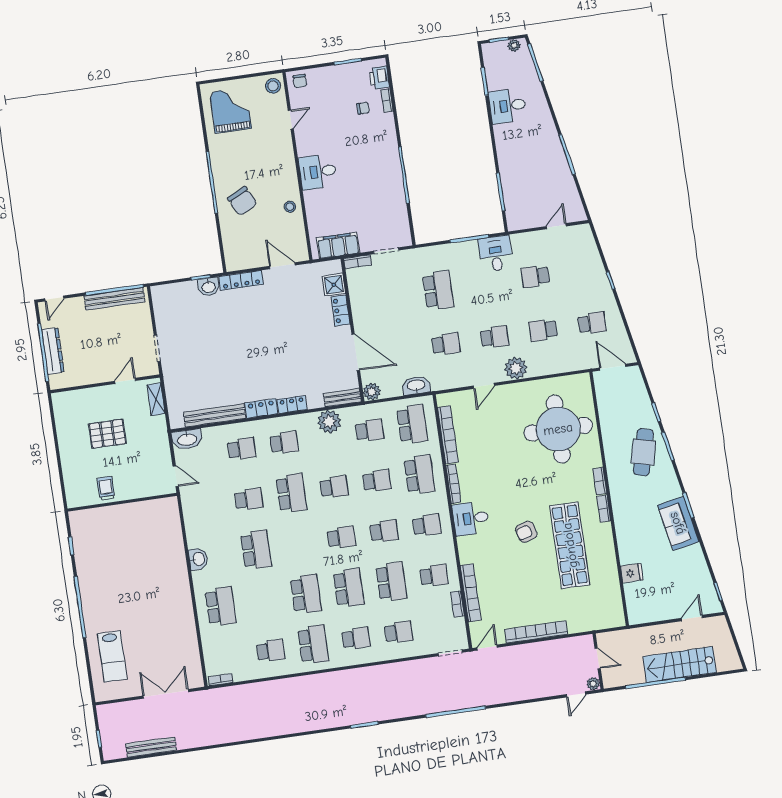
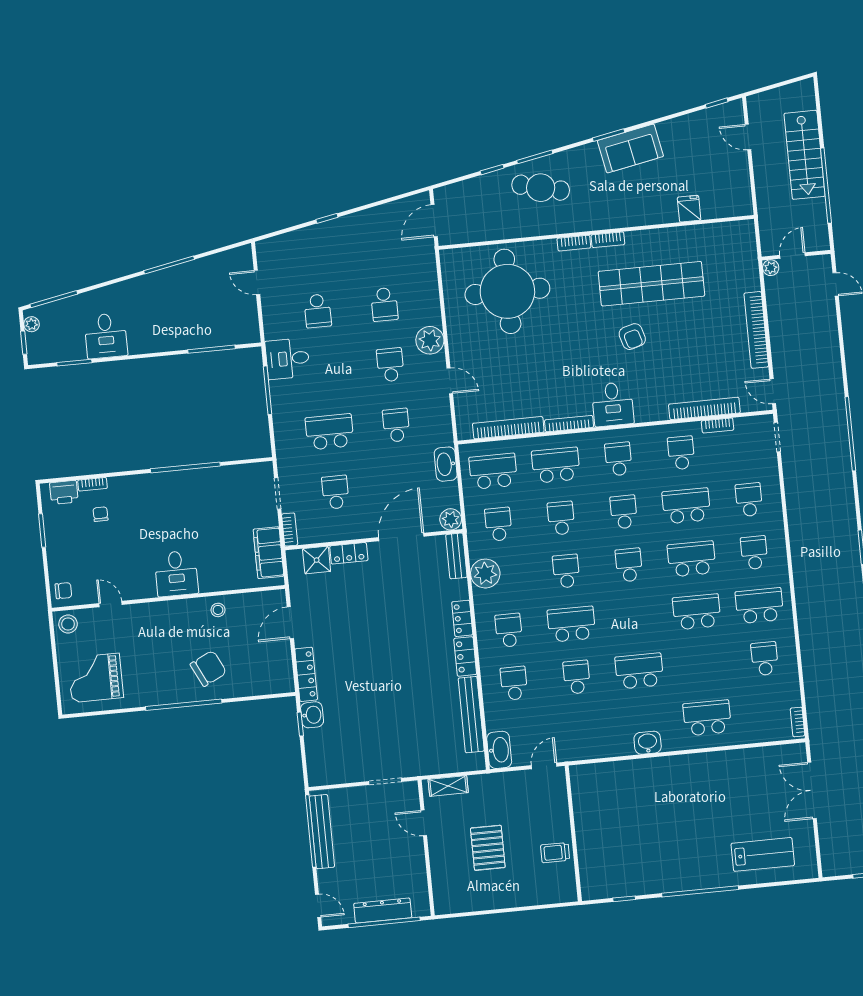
school desk: (592, 323) -> (335, 492), moved
plant: (593, 684) -> (771, 268), moved

